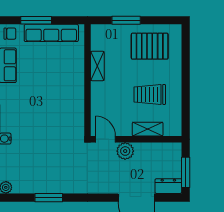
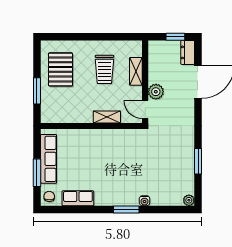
shelving: (97, 66) -> (107, 117), moved
door: (106, 139) -> (145, 110), hinge flipped
window: (186, 172) -> (175, 37), width x0.67

